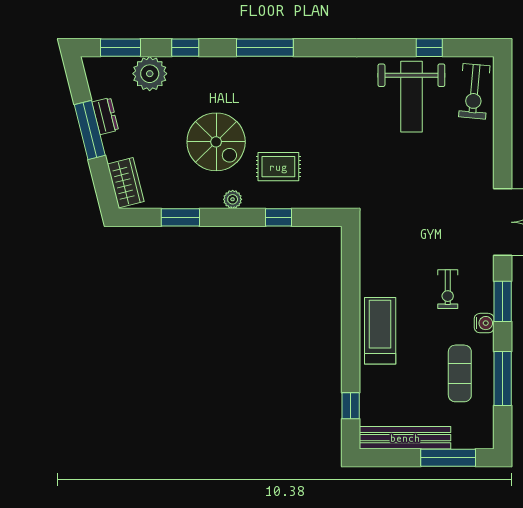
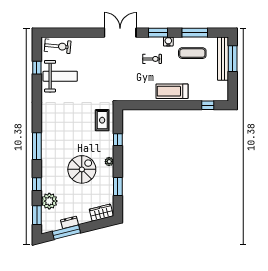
window: (90, 130) -> (66, 232), moved
rug: (278, 167) -> (102, 120), moved
bench: (405, 438) -> (223, 59), moved

